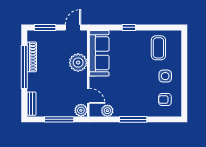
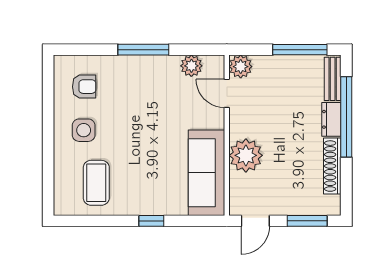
window: (24, 67) -> (346, 117), moved
dresser: (32, 82) -> (331, 119), added
window: (59, 119) -> (300, 50), moved

